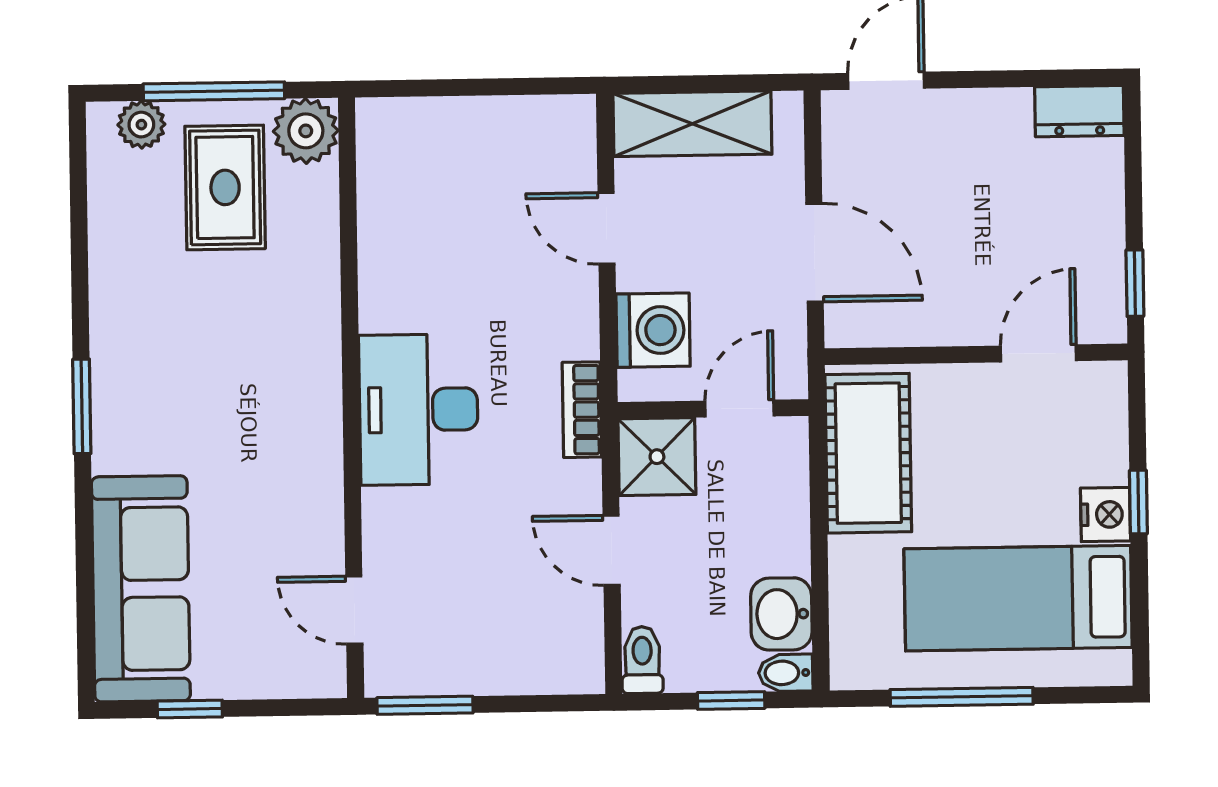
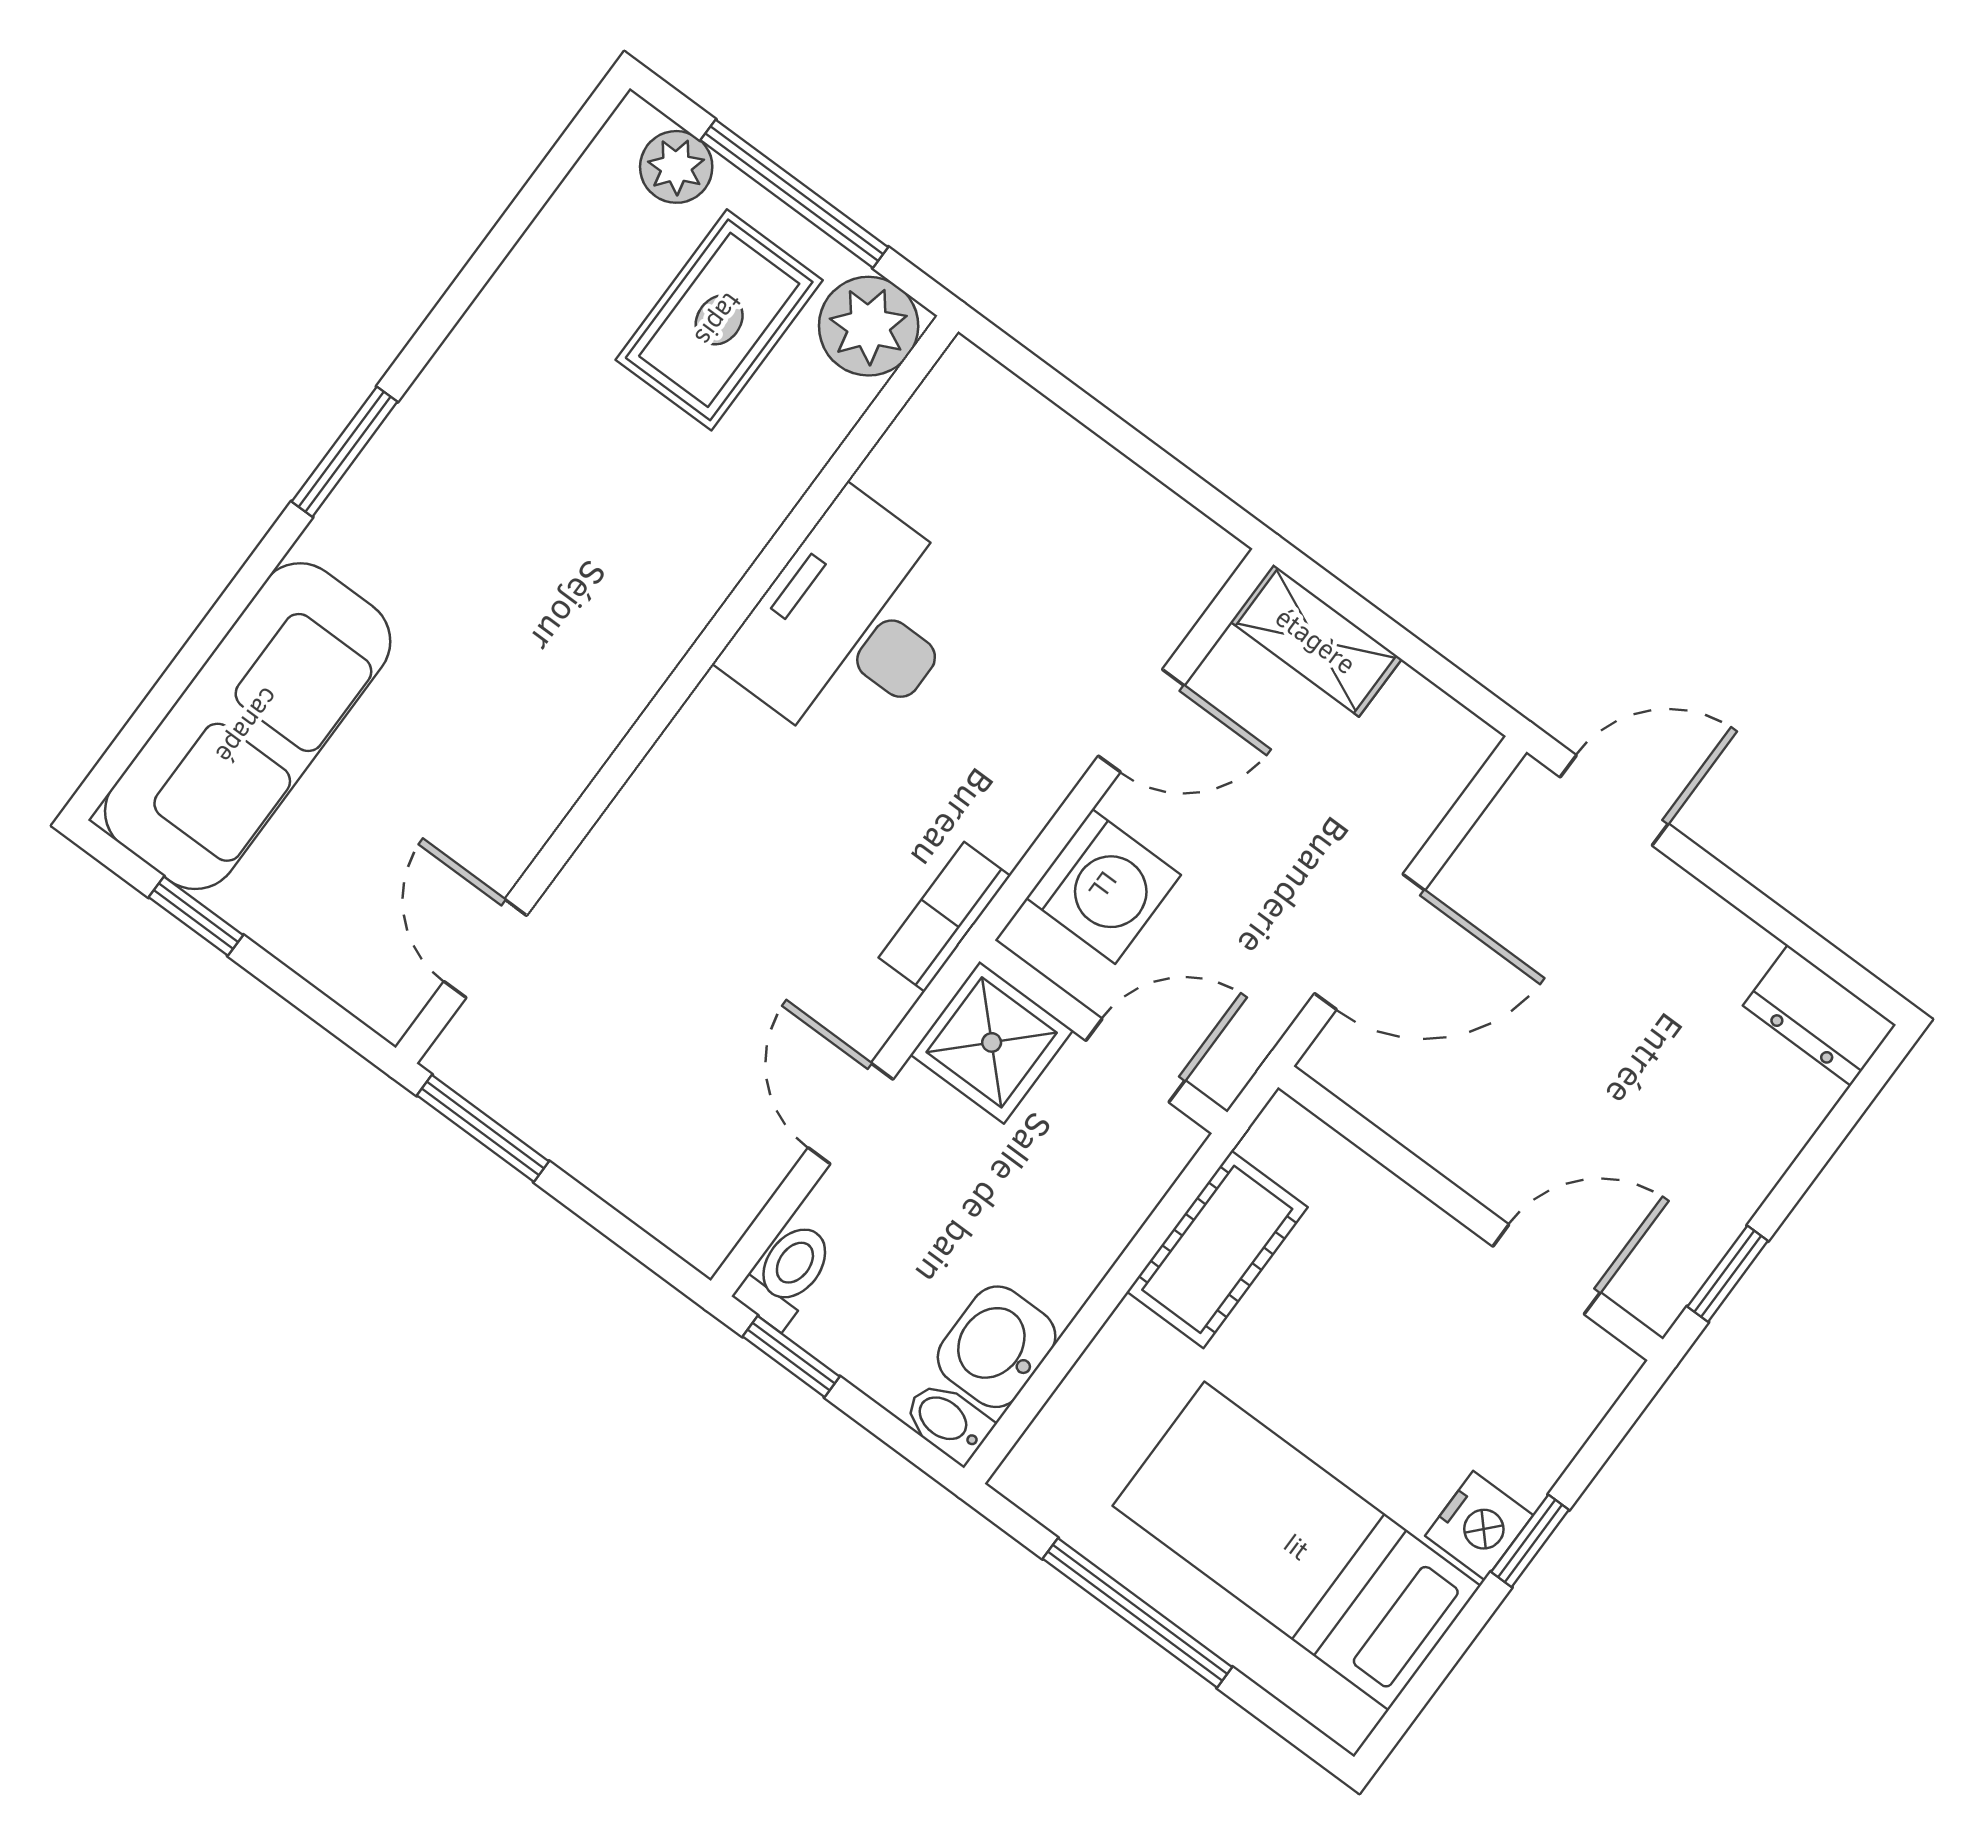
shelving: (692, 124) -> (1316, 640), width x0.67, depth x0.75
door: (607, 228) -> (1141, 721), swing flipped
door: (815, 253) -> (1370, 942), hinge flipped
desk: (419, 410) -> (852, 626), moved
cot: (868, 453) -> (1217, 1249), width x0.73, depth x0.75
window: (731, 700) -> (791, 1357), moved

